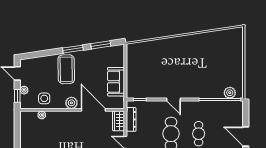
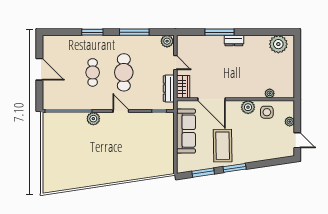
coffee table: (66, 69) -> (223, 146), moved
sofa: (116, 82) -> (186, 131), width x1.36
plant: (230, 93) -> (93, 119), moved
window: (17, 96) -> (297, 115), removed
plant: (71, 103) -> (248, 107), moved

